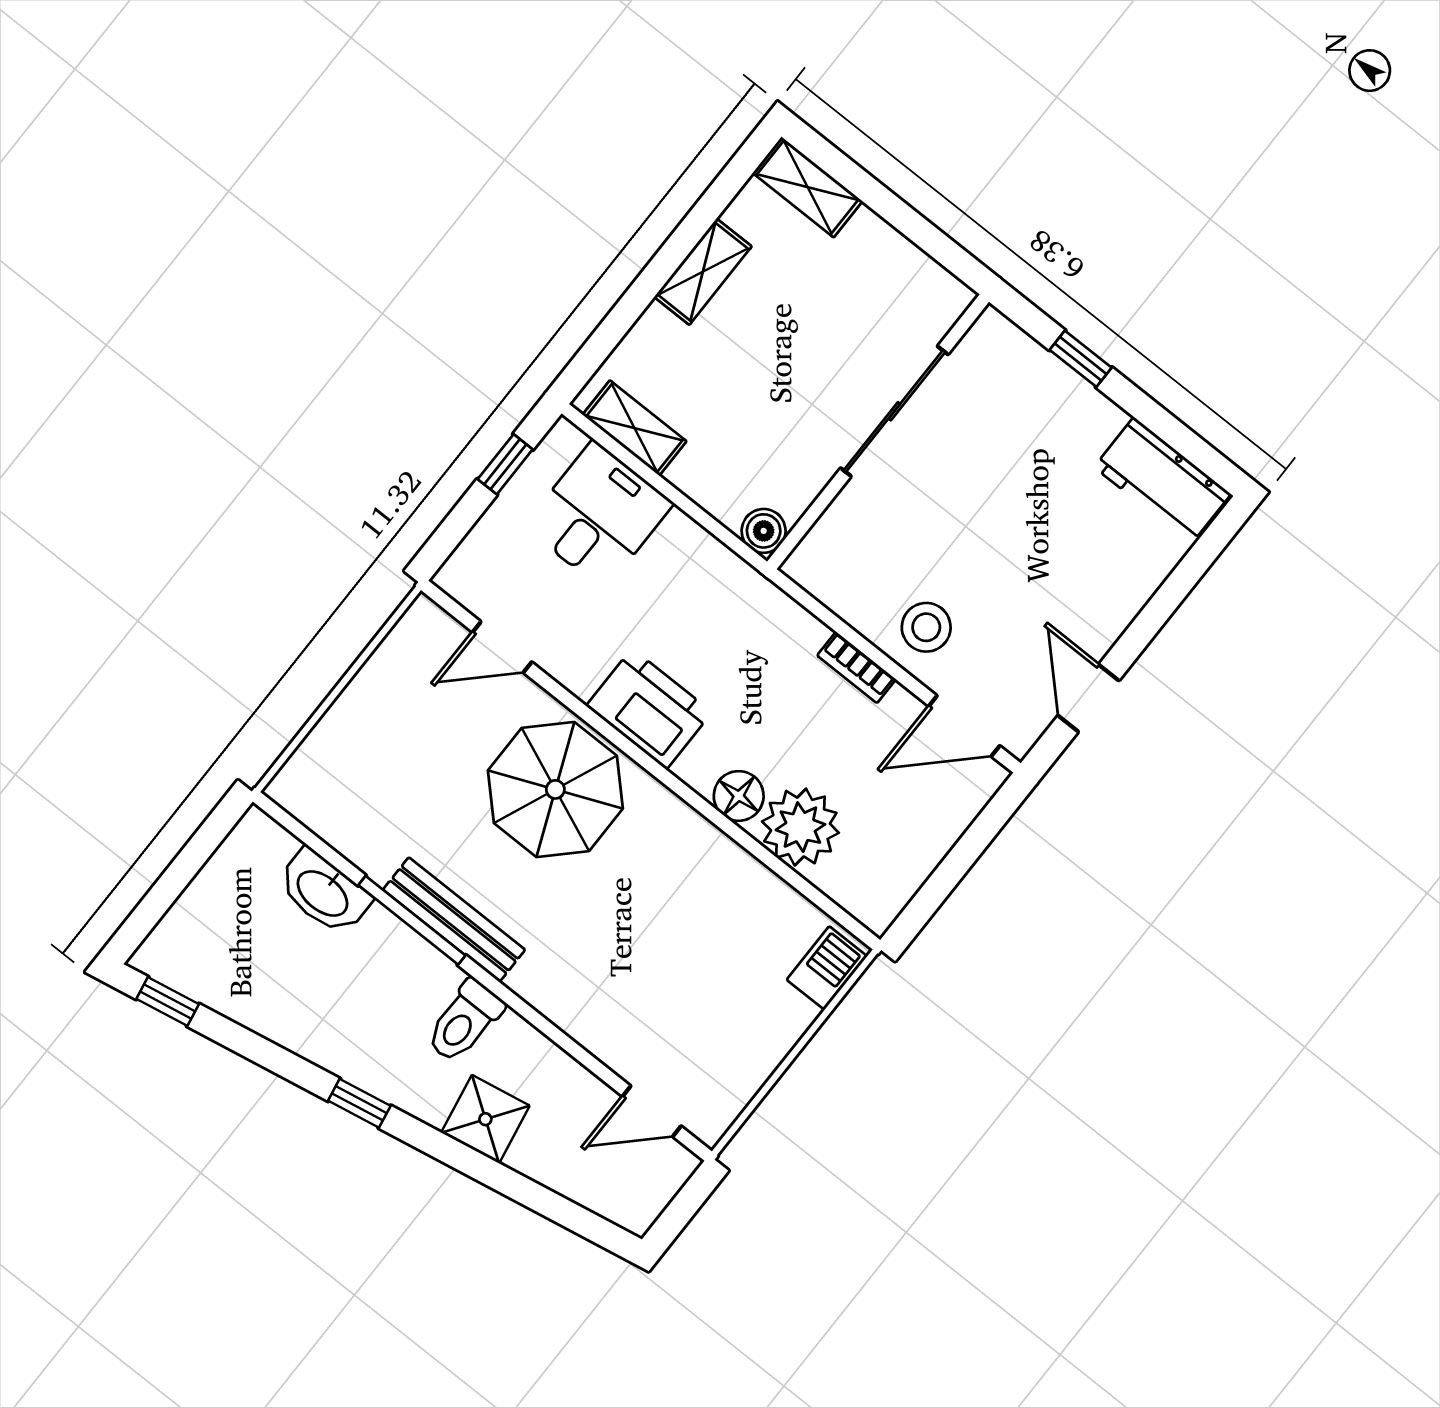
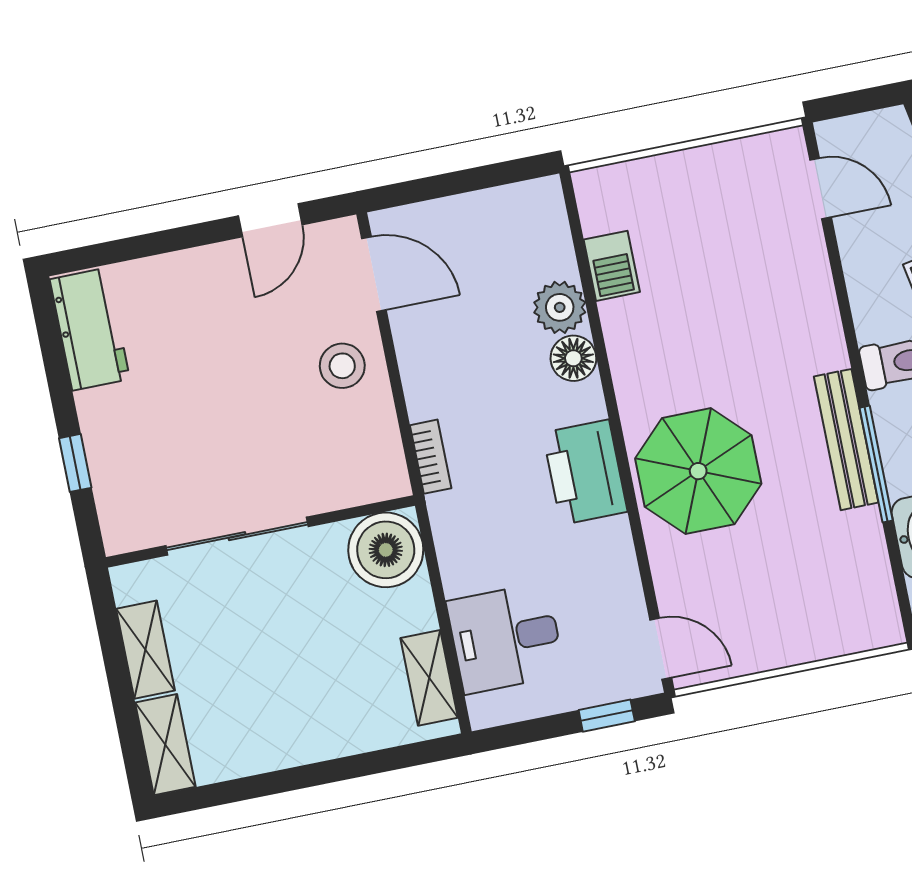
shelving: (703, 272) -> (146, 650), moved, turned 90
window: (505, 464) -> (607, 716), moved
boiler: (764, 531) -> (386, 550), width x1.86, depth x1.86
door: (502, 647) -> (661, 649), moved
bookcase: (856, 667) -> (431, 457), moved
plant: (800, 827) -> (560, 307), width x0.73, depth x0.73
barbecue: (827, 968) -> (612, 266), moved, turned -90

